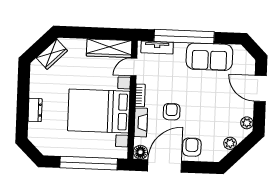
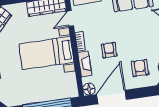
bed with nightstands: (99, 111) -> (46, 53), width x0.73
armchair: (192, 147) -> (140, 68), moved

